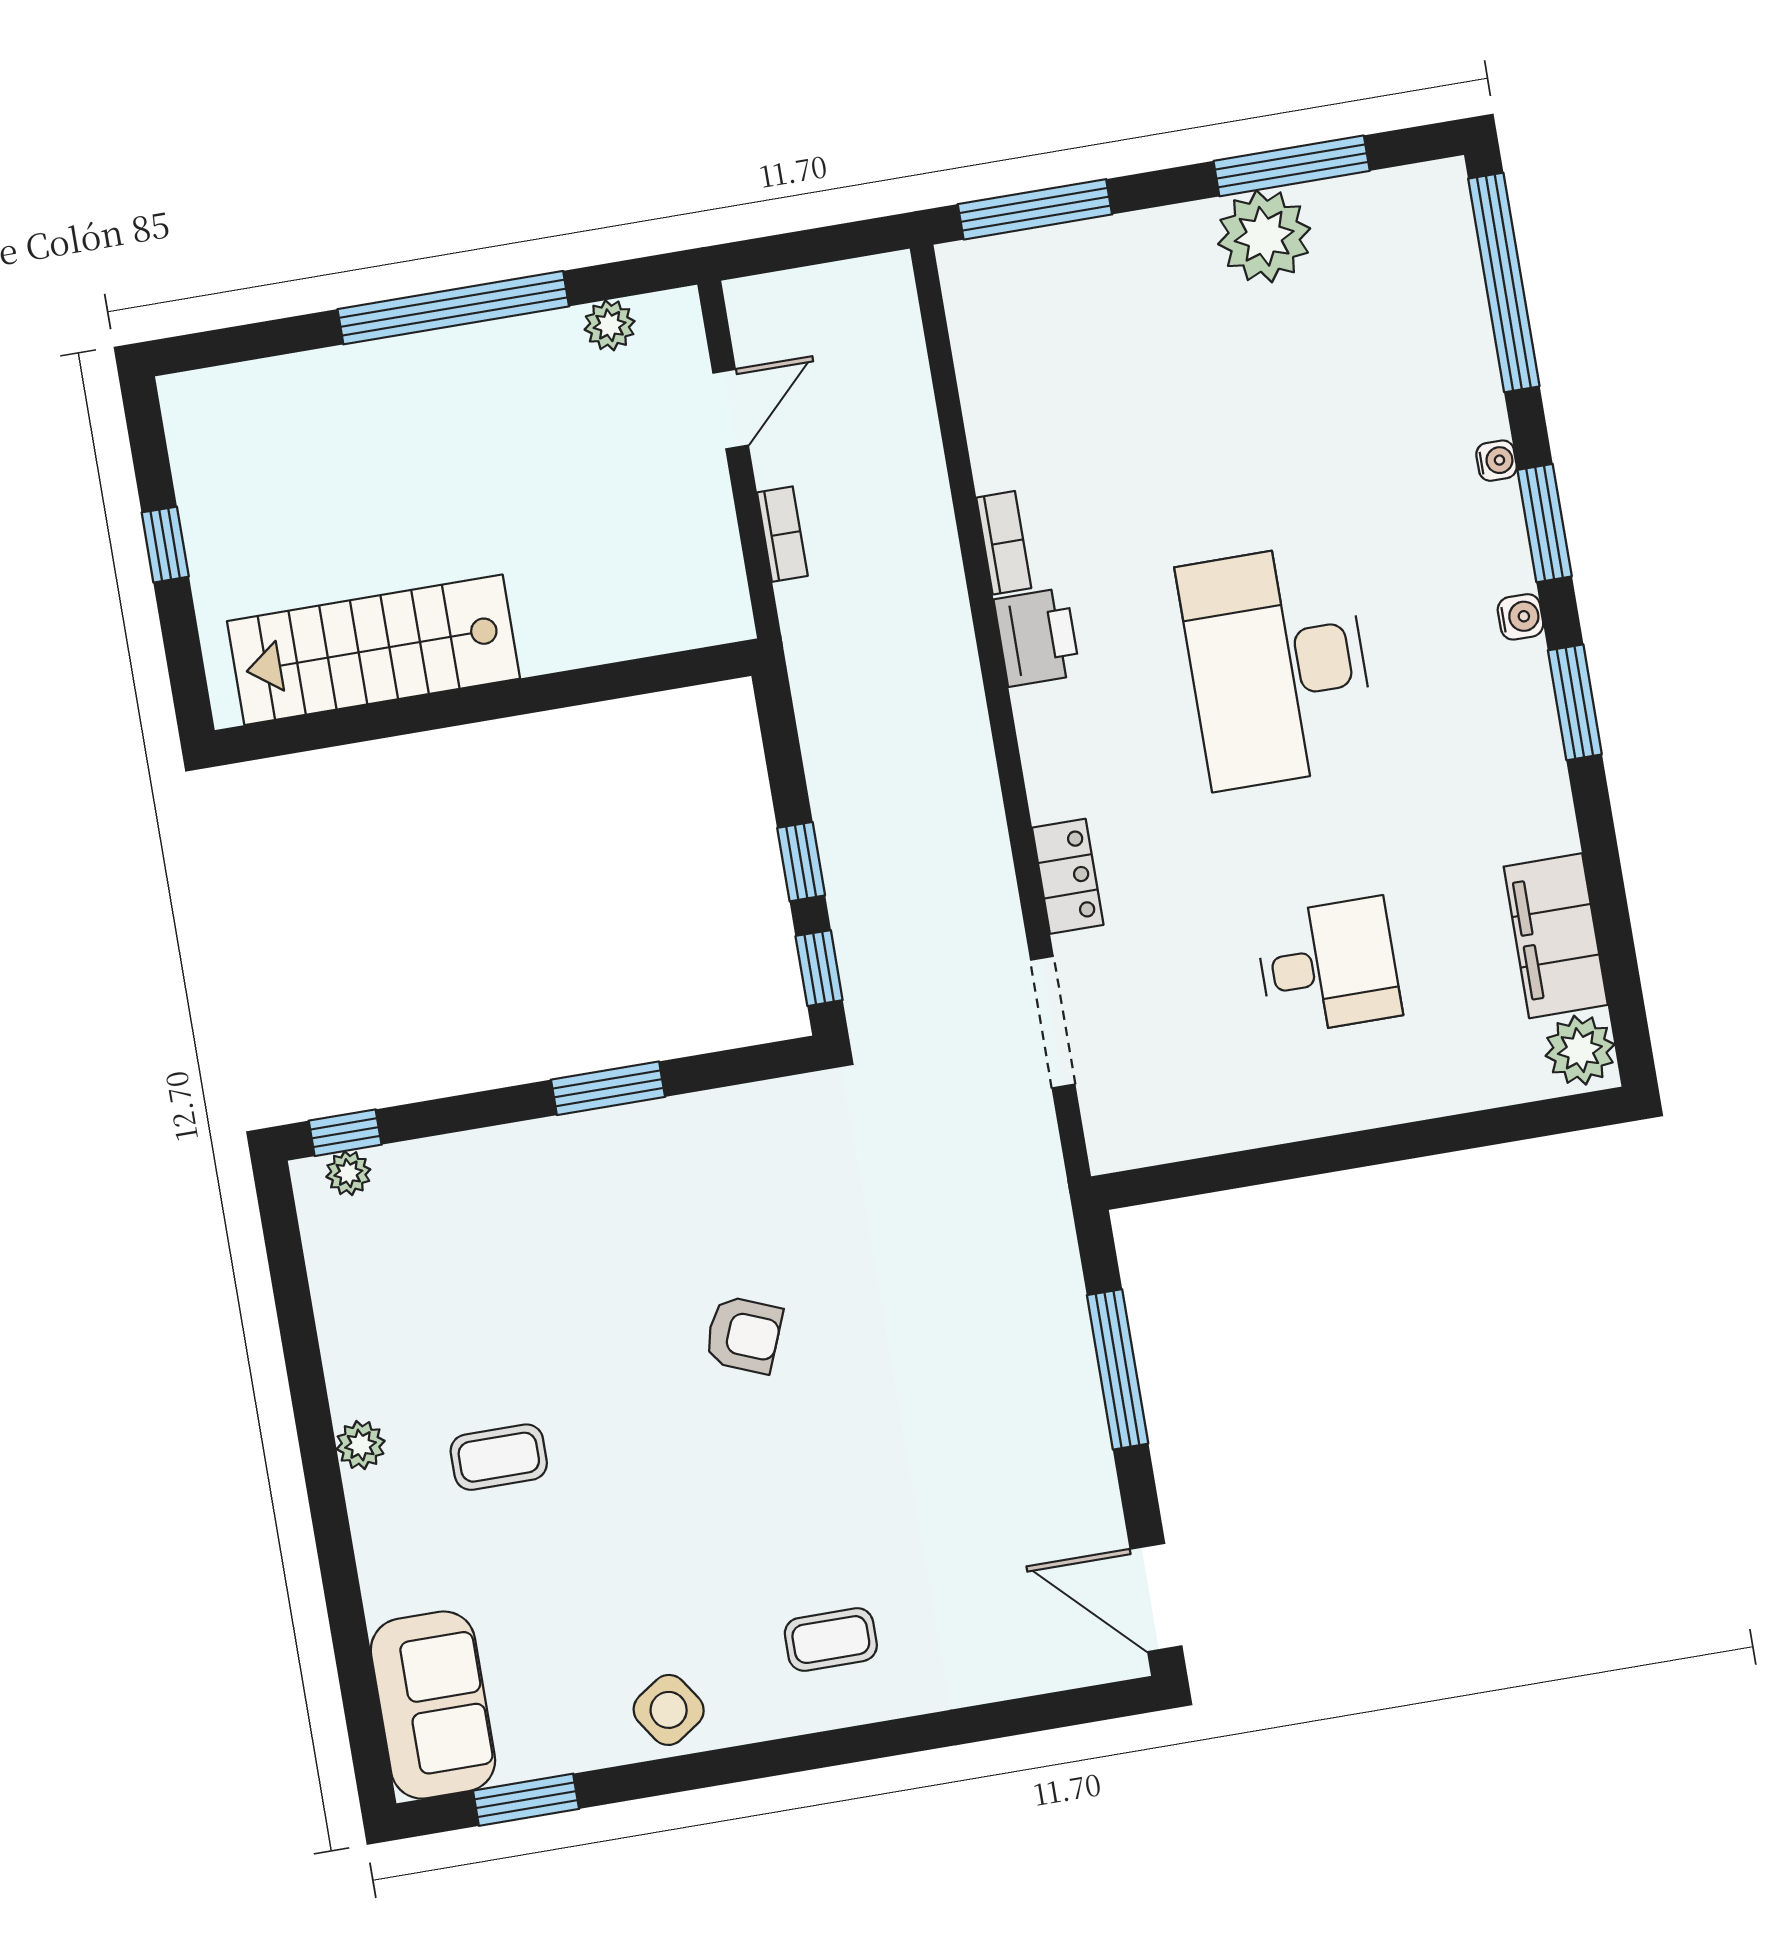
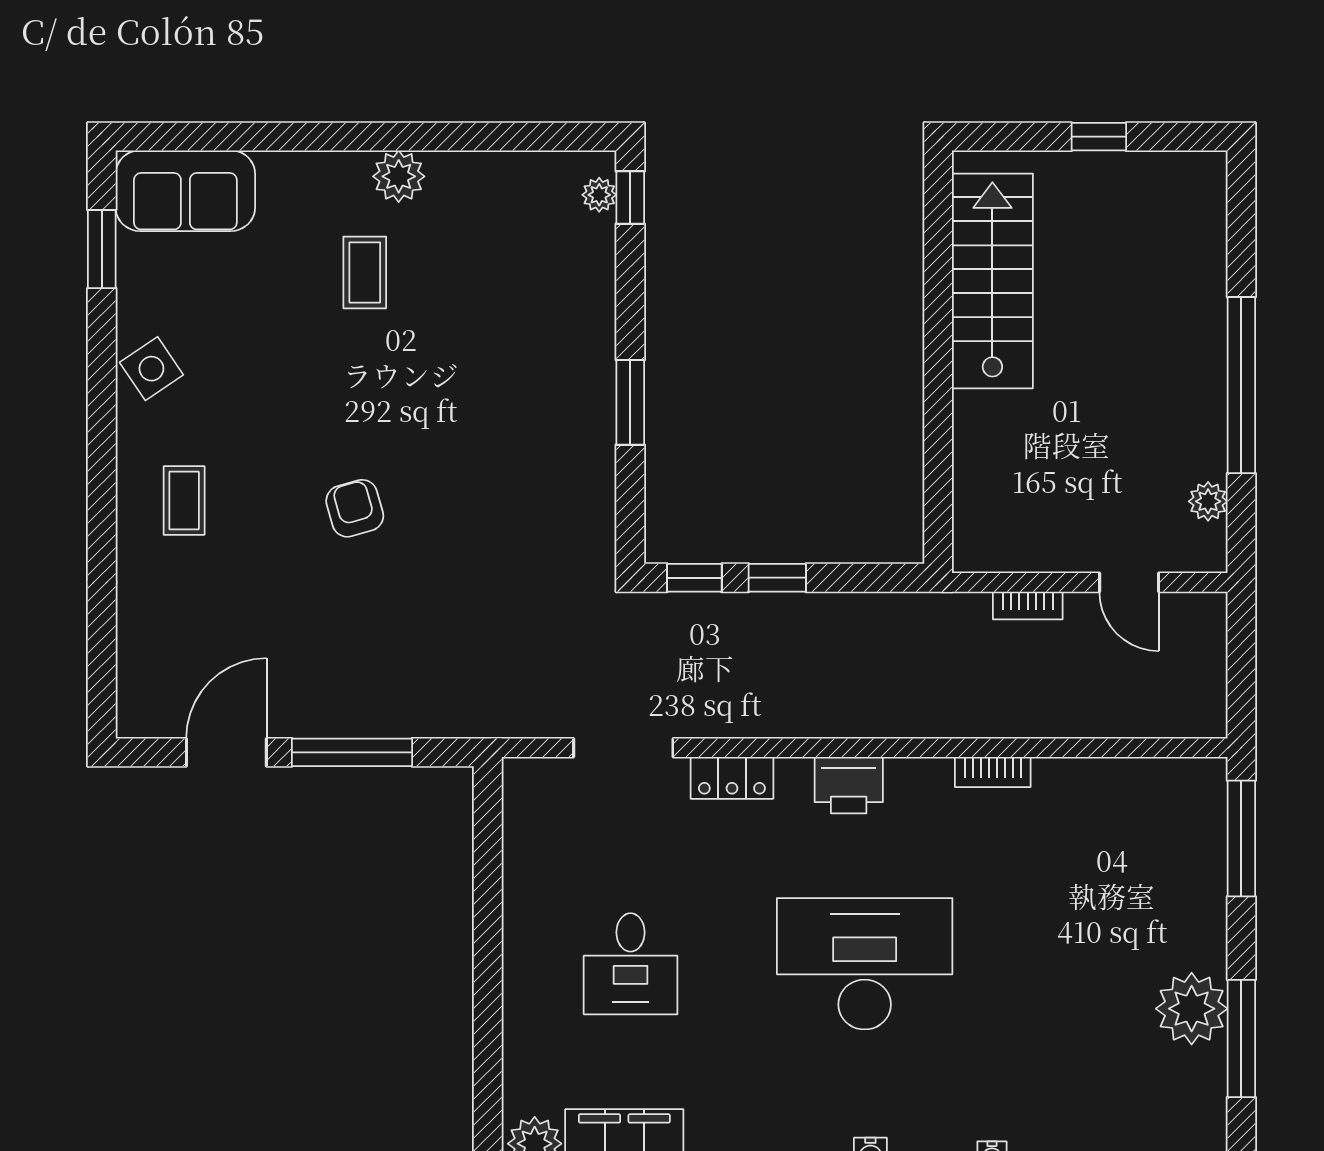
printer: (1037, 637) -> (849, 785), moved
armchair: (743, 1335) -> (355, 508), moved, turned 142
plant: (361, 1445) -> (399, 176), width x1.38, depth x1.38
door: (1156, 1597) -> (226, 752), moved

